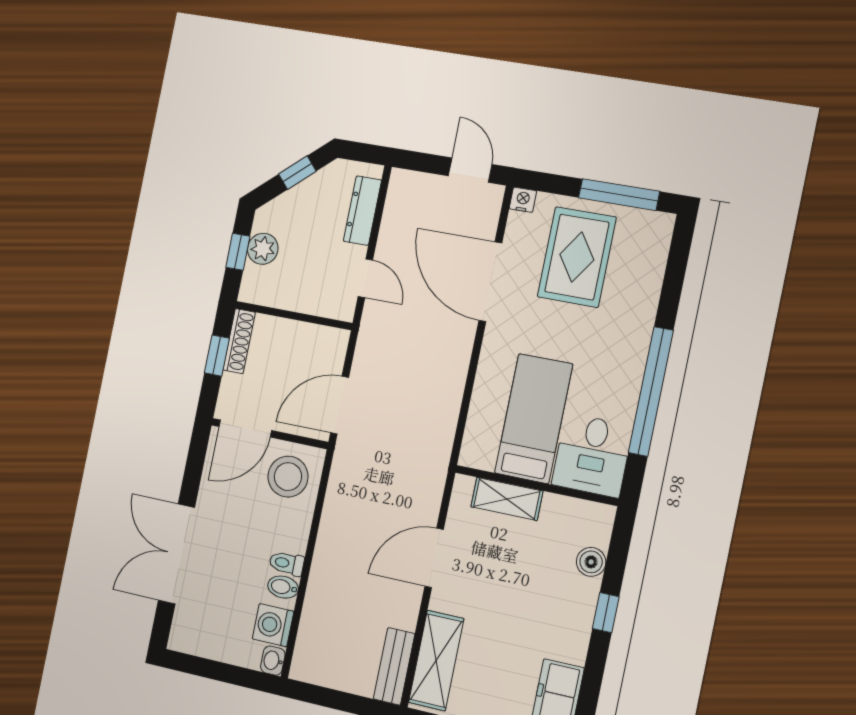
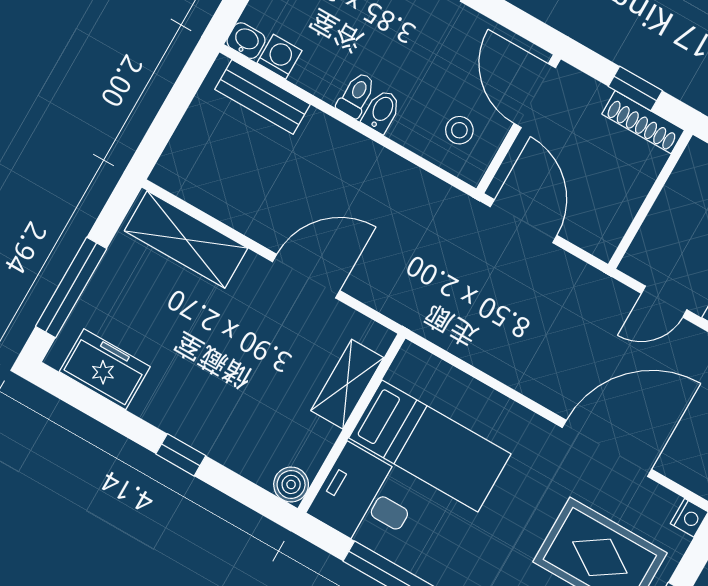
stool: (288, 477) -> (459, 130), width x0.53, depth x0.53
door: (434, 558) -> (306, 276), hinge flipped
boiler: (591, 562) -> (291, 484), moved
bidet: (283, 587) -> (381, 111), moved
washing machine: (273, 625) -> (279, 57), width x0.73, depth x0.73
bench: (394, 666) -> (262, 97), moved

